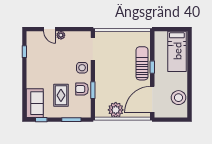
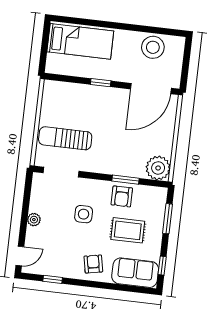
door: (50, 29) -> (20, 256), moved
sun lounger: (142, 63) -> (65, 138), moved
side table: (82, 68) -> (84, 214), moved
armchair: (37, 76) -> (93, 264), added
door: (152, 99) -> (151, 89), hinge flipped
plant: (116, 110) -> (158, 168), moved

